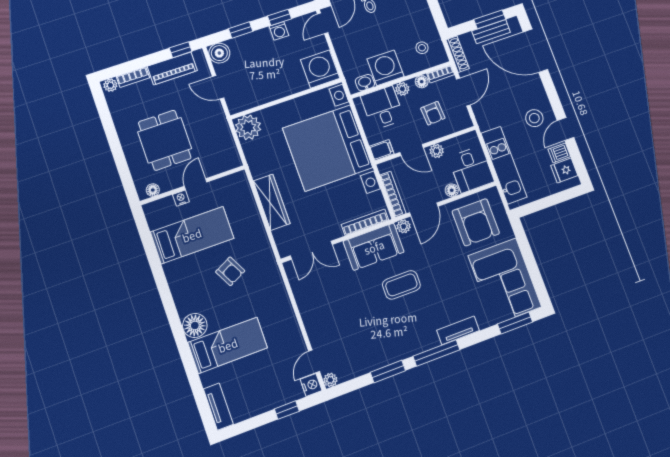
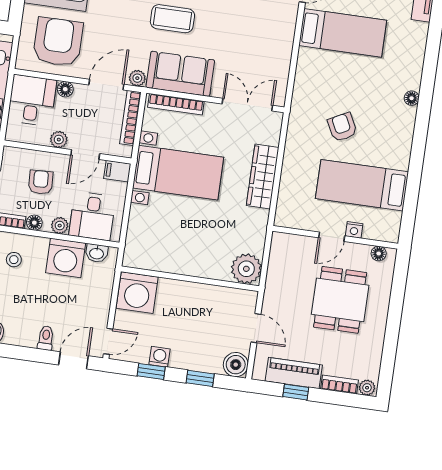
window: (181, 50) -> (296, 392), moved
bed with nightstands: (328, 148) -> (178, 173), width x0.54
door: (412, 150) -> (85, 154), swing flipped
floor lamp: (195, 325) -> (412, 98), width x0.53, depth x0.53
bed: (228, 345) -> (343, 33), moved, turned 180

